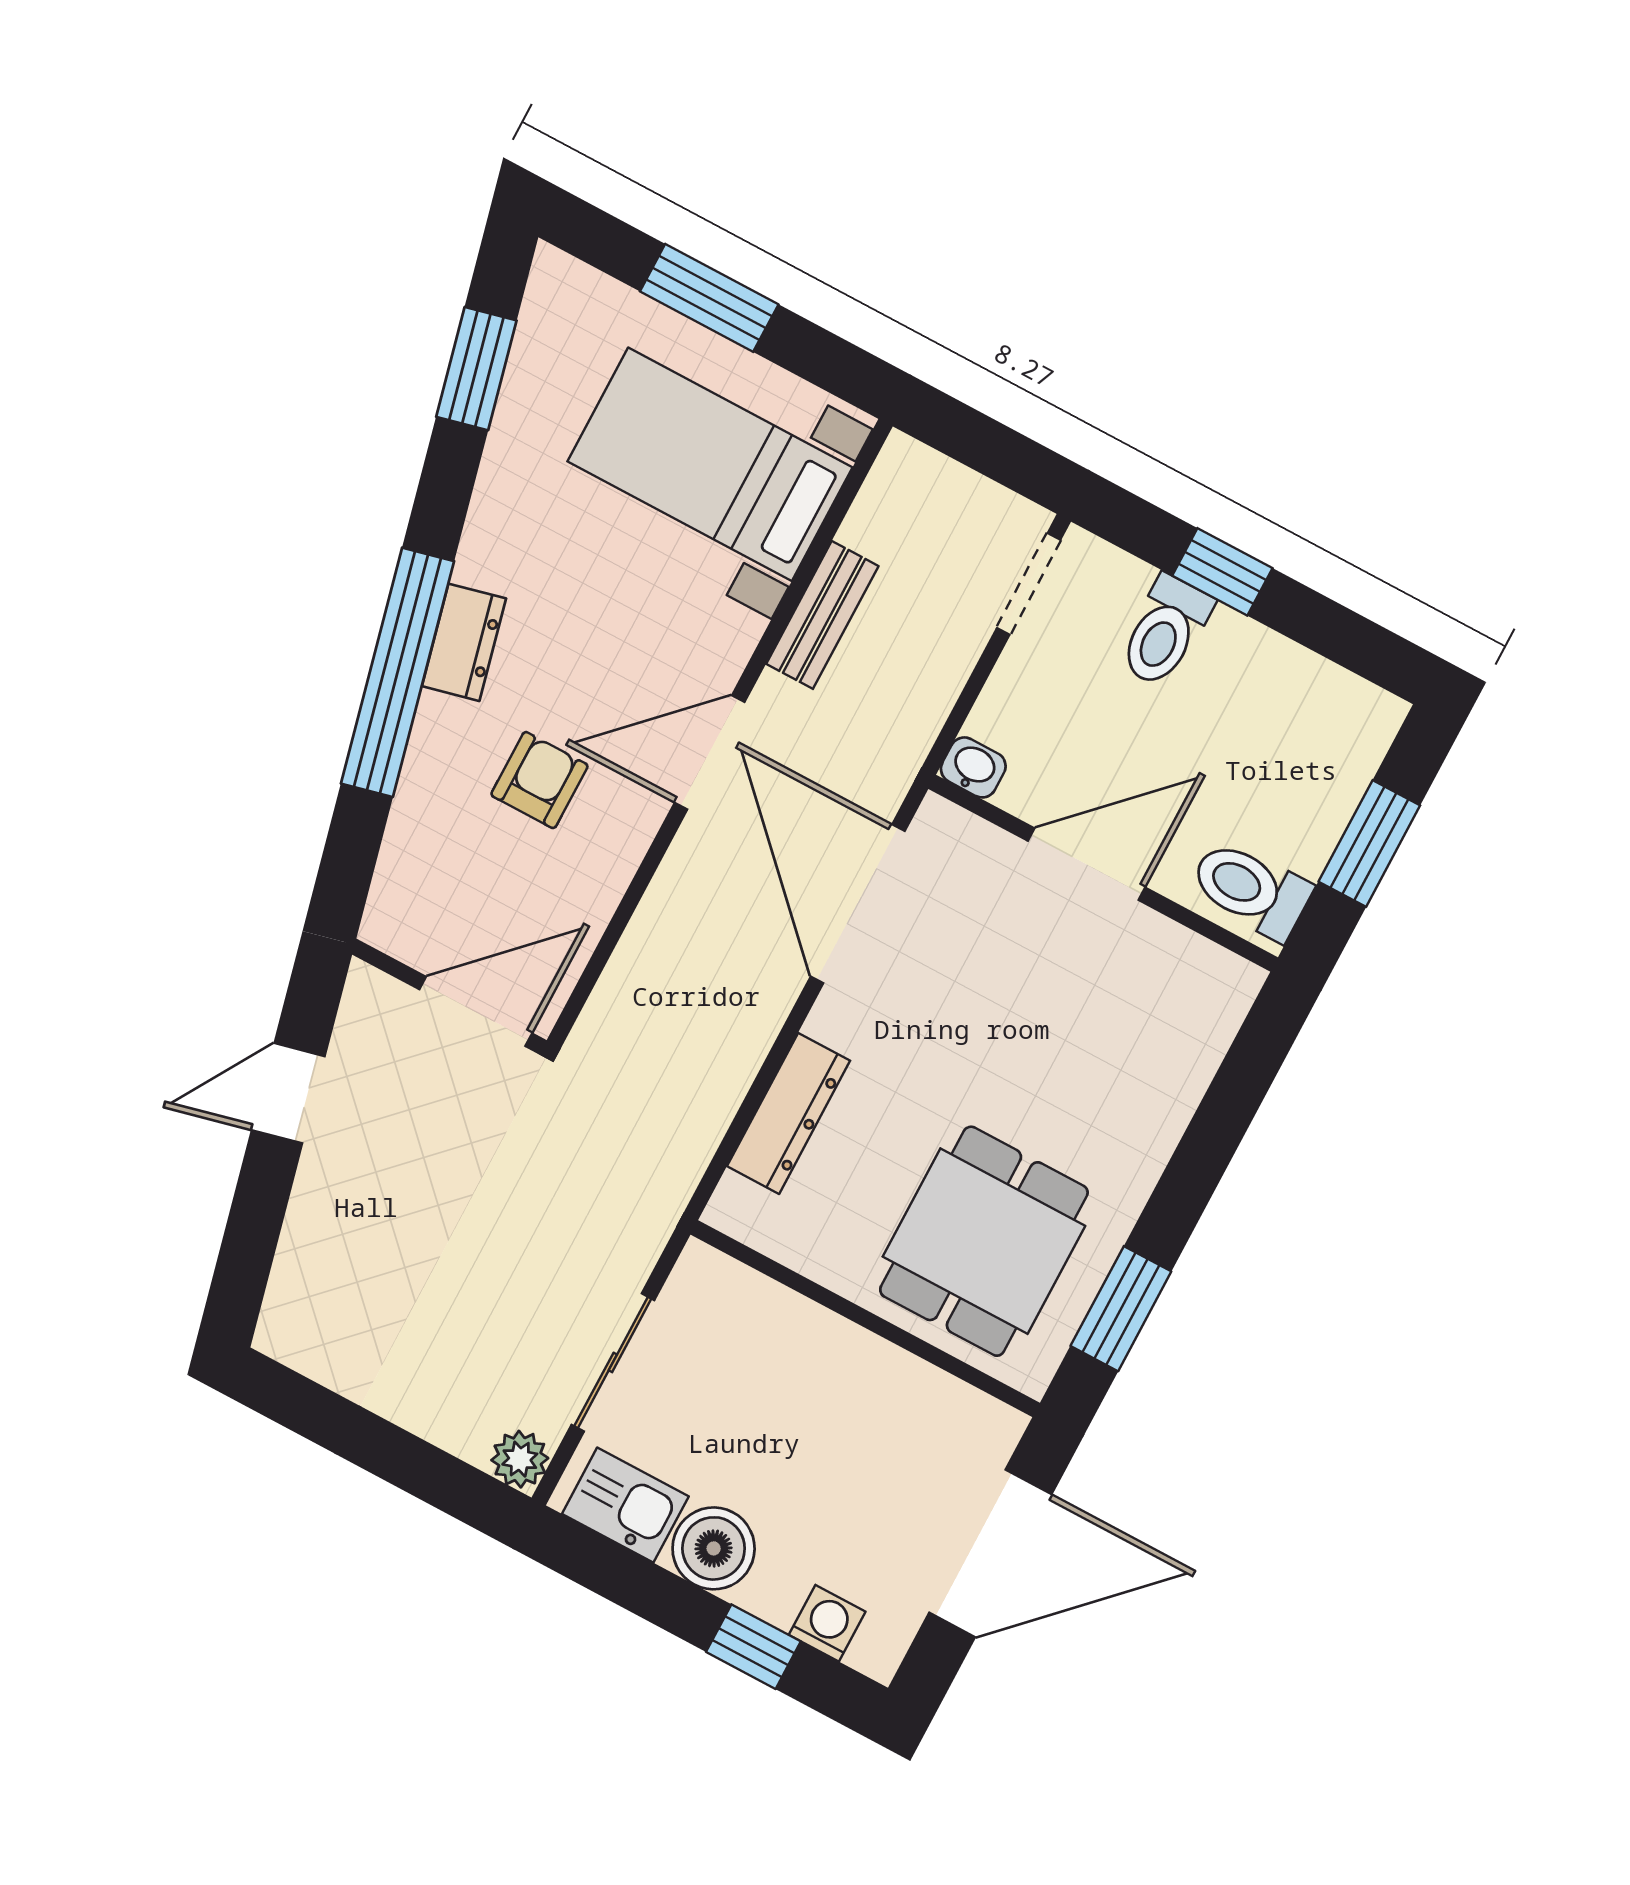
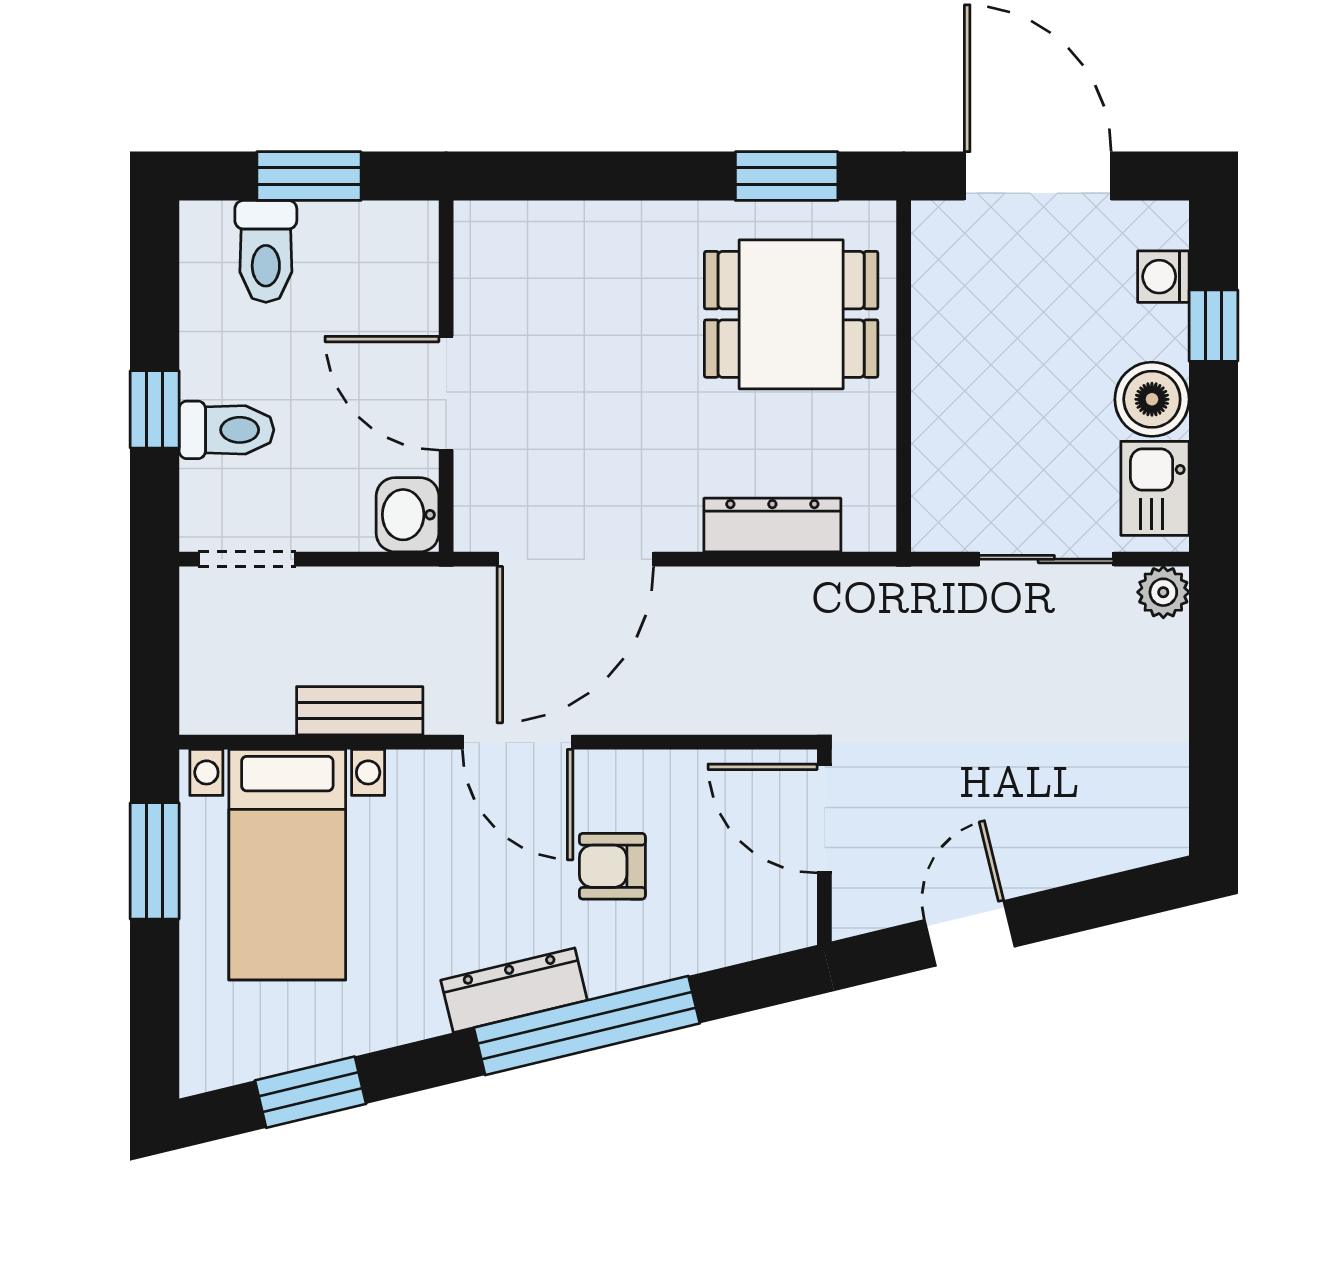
window: (709, 298) -> (155, 861), moved
dresser: (464, 642) -> (514, 990), width x1.44
washbasin: (973, 767) -> (407, 515), width x1.38, depth x1.45
toilet: (1251, 889) -> (266, 251), moved
door: (288, 1093) -> (970, 933), swing flipped

